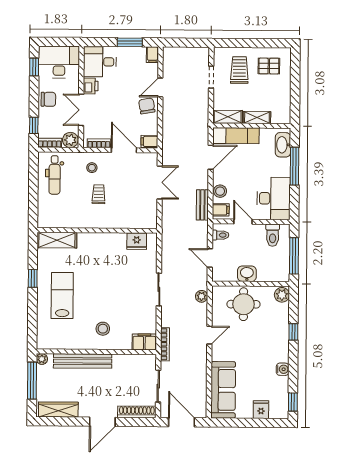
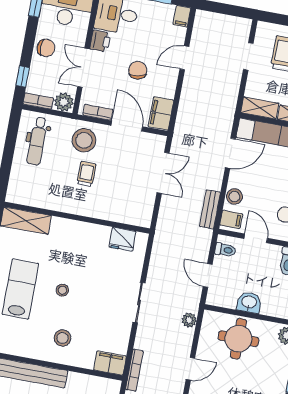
chair: (147, 106) -> (138, 70), moved
filing cabinet: (150, 141) -> (161, 113), width x2.00
stool: (92, 168) -> (84, 140), width x1.89, depth x1.89
stool: (96, 290) -> (62, 290), added

